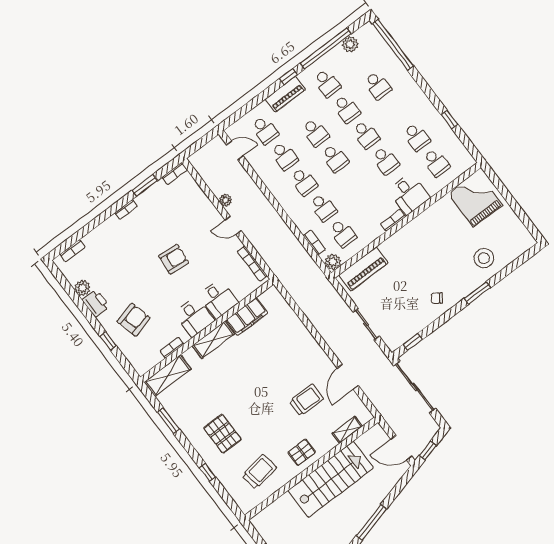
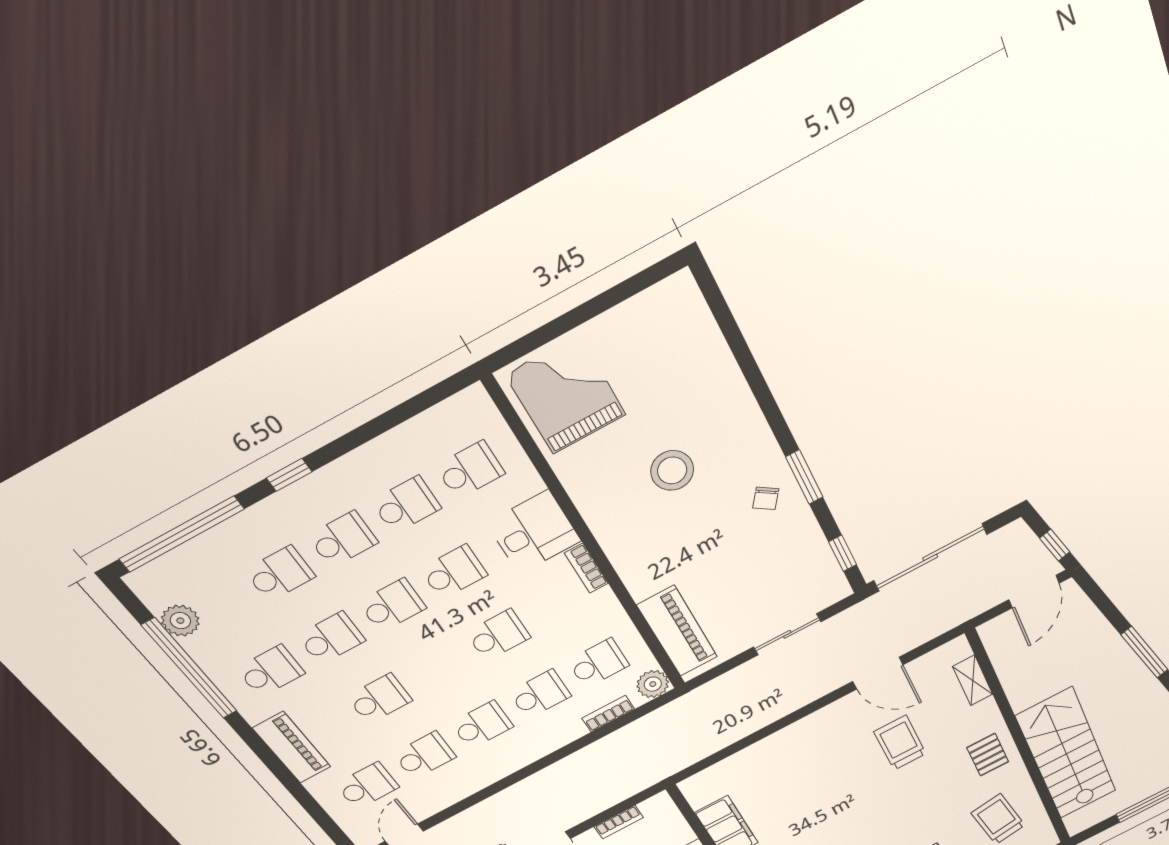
window: (288, 77) -> (253, 740), removed
school desk: (397, 111) -> (343, 539), added
window: (449, 119) -> (289, 475), moved
school desk: (335, 158) -> (498, 635), moved
grand piano: (475, 200) -> (566, 395), turned 90
stool: (484, 258) -> (672, 470), moved
bookcase: (252, 263) -> (619, 822), width x0.64
window: (477, 293) -> (804, 477), moved
stairs: (331, 479) -> (1066, 754), moved

